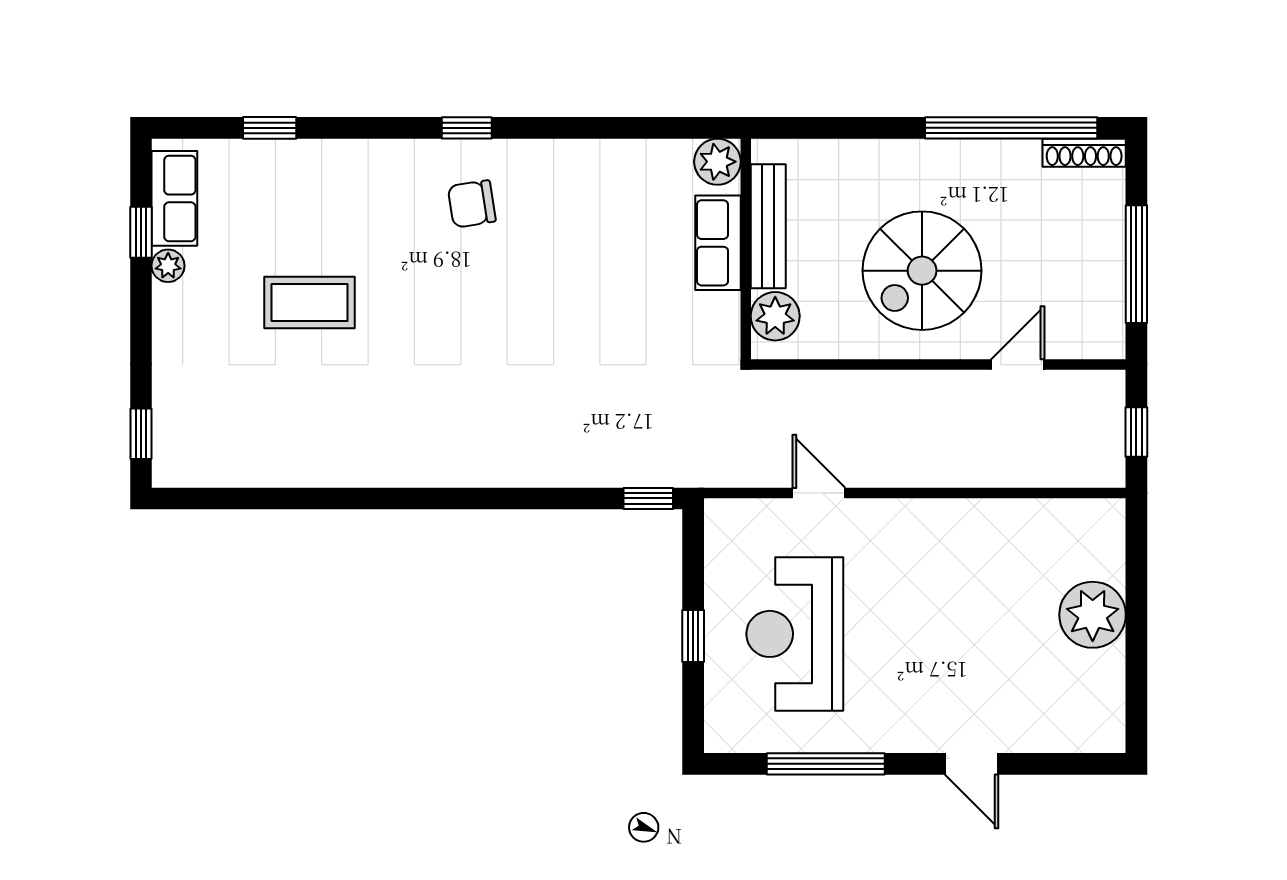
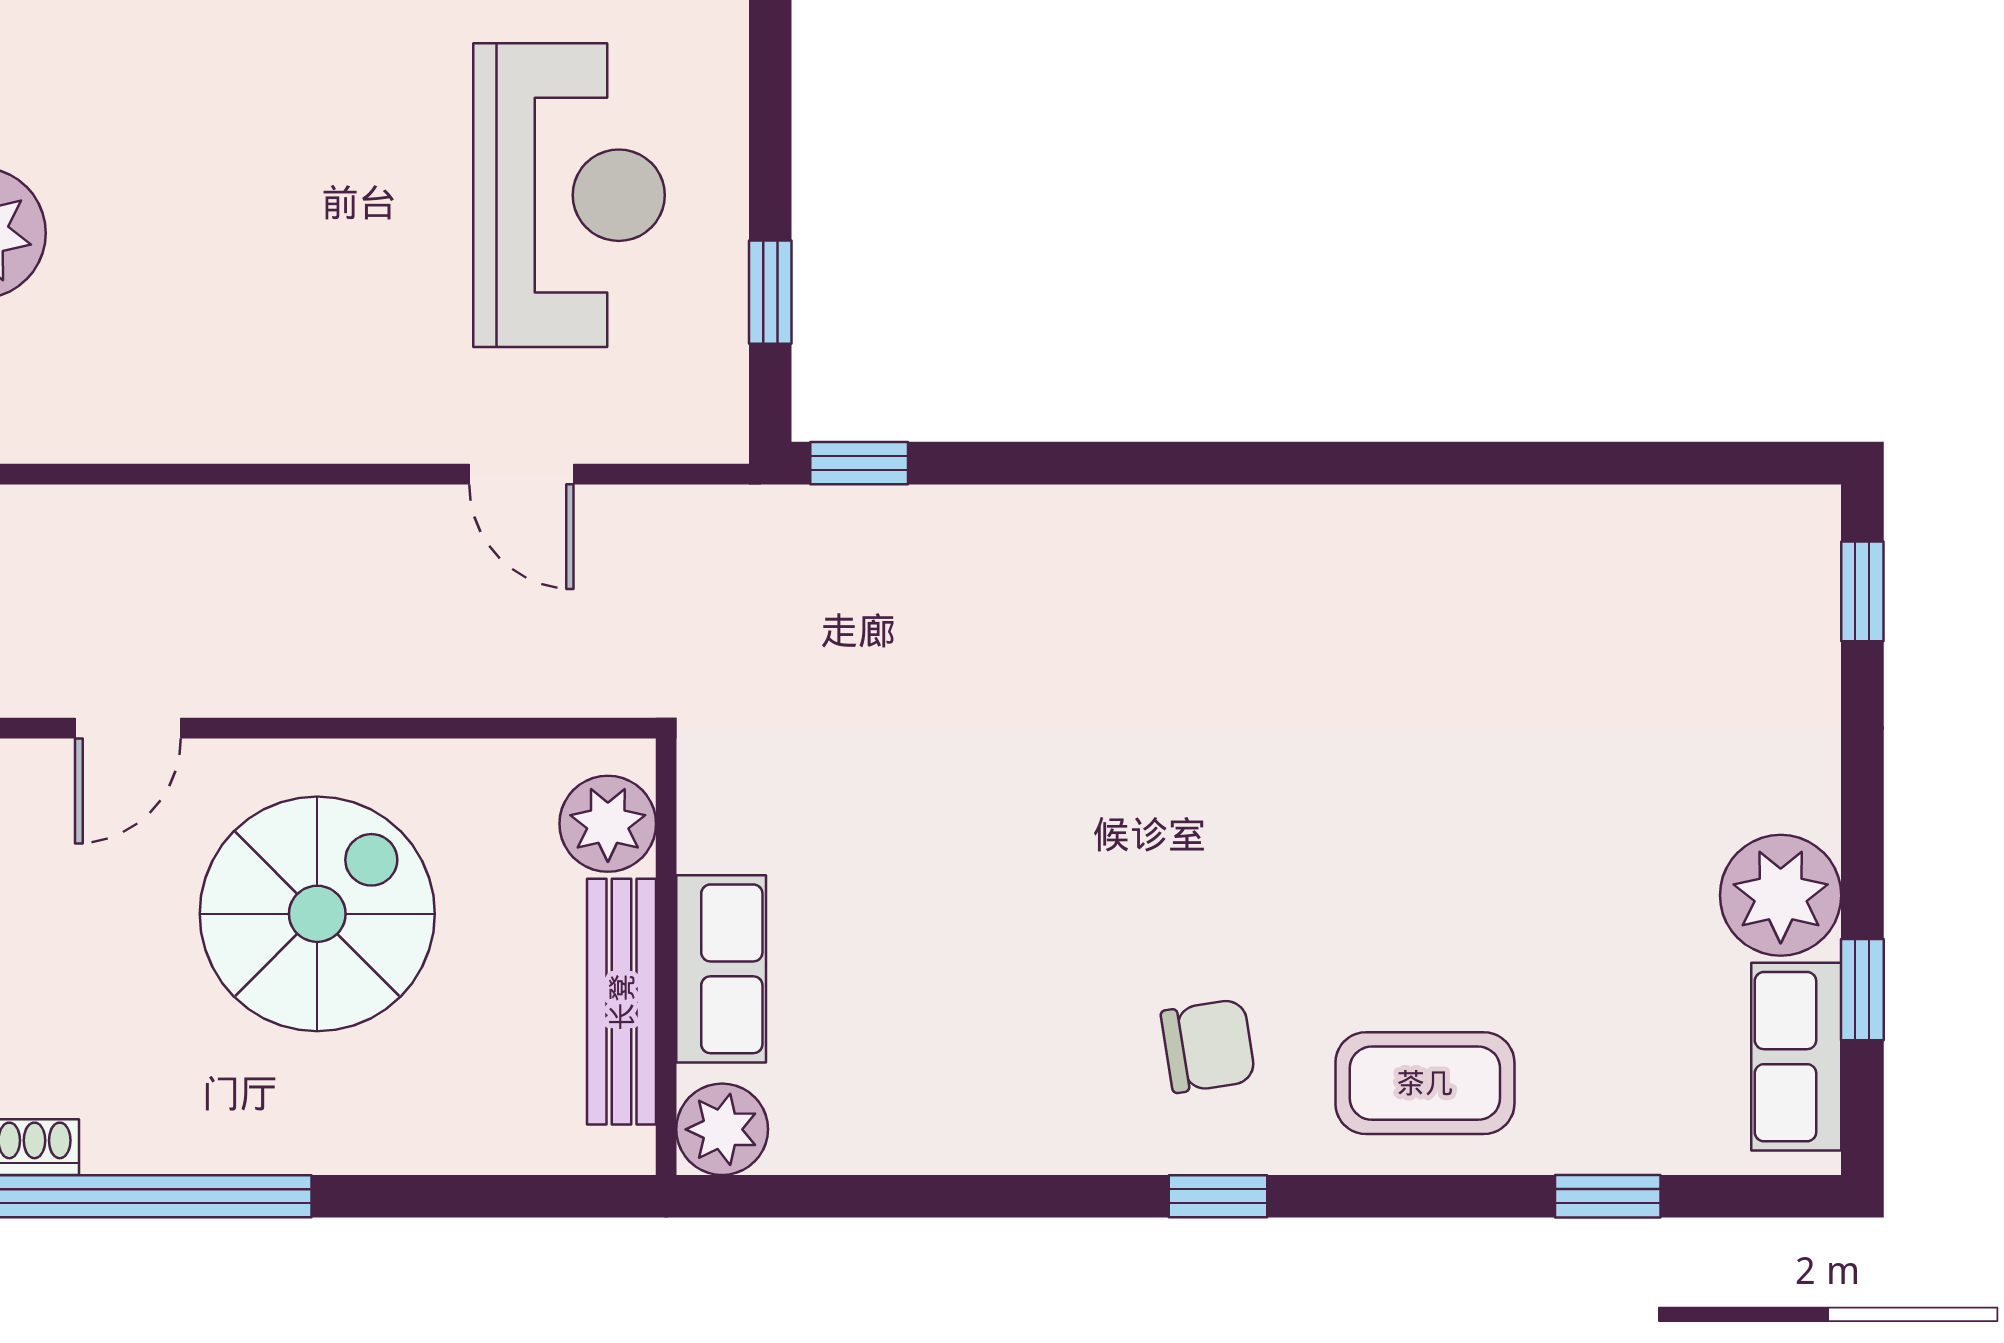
plant: (168, 266) -> (1781, 895), width x1.87, depth x1.87
coffee table: (309, 302) -> (1425, 1083), moved
window: (693, 636) -> (770, 292), moved

